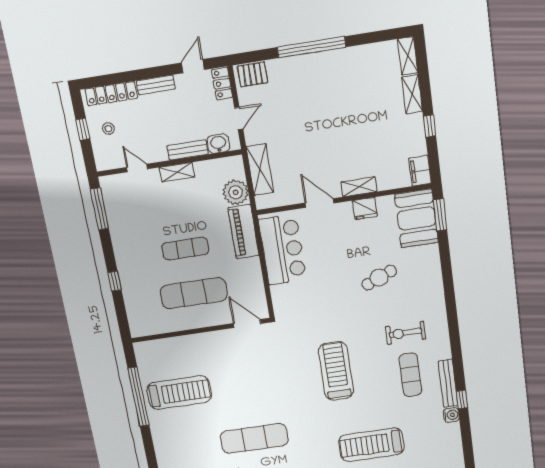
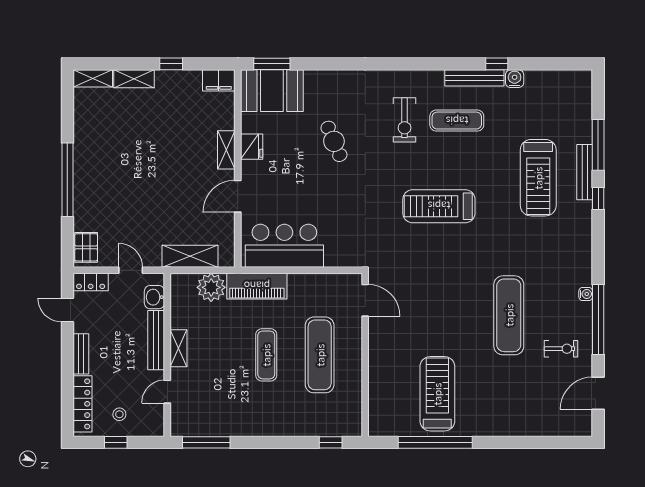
bench: (187, 150) -> (156, 340), width x1.36
window: (114, 281) -> (331, 442), moved
door: (247, 324) -> (365, 300), swing flipped

